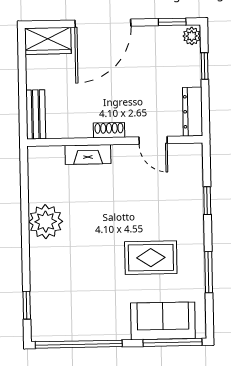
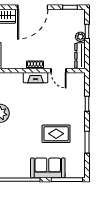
plant: (192, 36) -> (80, 37), moved
fireplace: (88, 154) -> (36, 78), moved
sofa: (163, 321) -> (48, 168), moved

